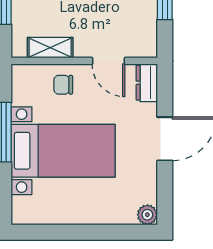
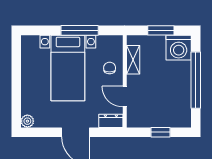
door: (108, 61) -> (125, 97), hinge flipped

